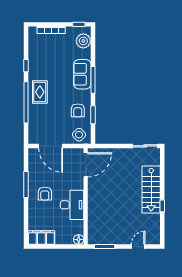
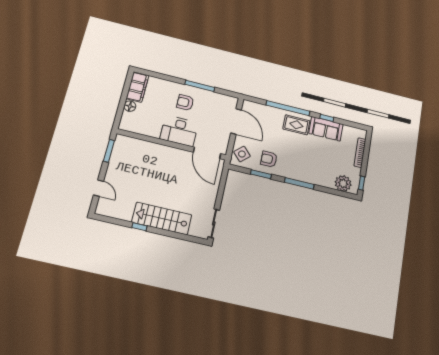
sofa: (82, 74) -> (326, 129), moved, turned 180
door: (51, 146) -> (236, 121), swing flipped
desk: (72, 205) -> (179, 131), moved
floor lamp: (79, 240) -> (130, 106), moved

